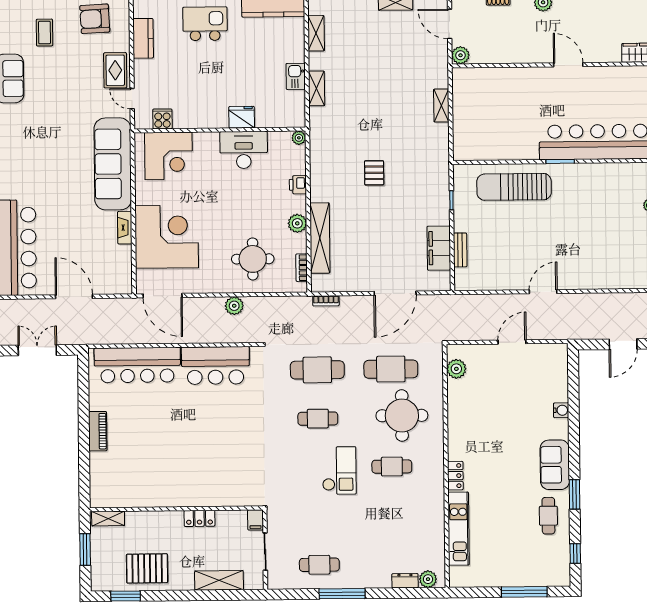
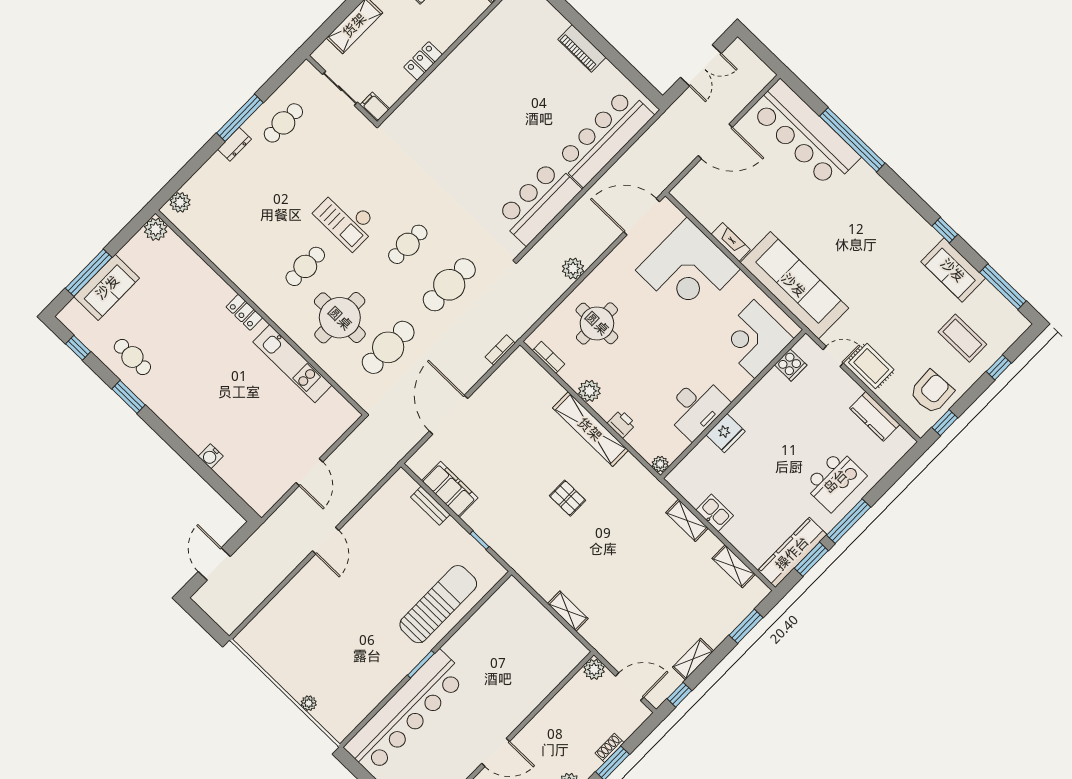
coffee table: (44, 33) -> (962, 338), width x1.36, depth x1.30
shelving: (320, 238) -> (590, 429), moved
plant: (456, 369) -> (156, 229), moved
sofa: (555, 465) -> (107, 287), moved, turned 90
kitchen unit: (459, 529) -> (292, 364), moved
dresser: (405, 581) -> (234, 144), moved

